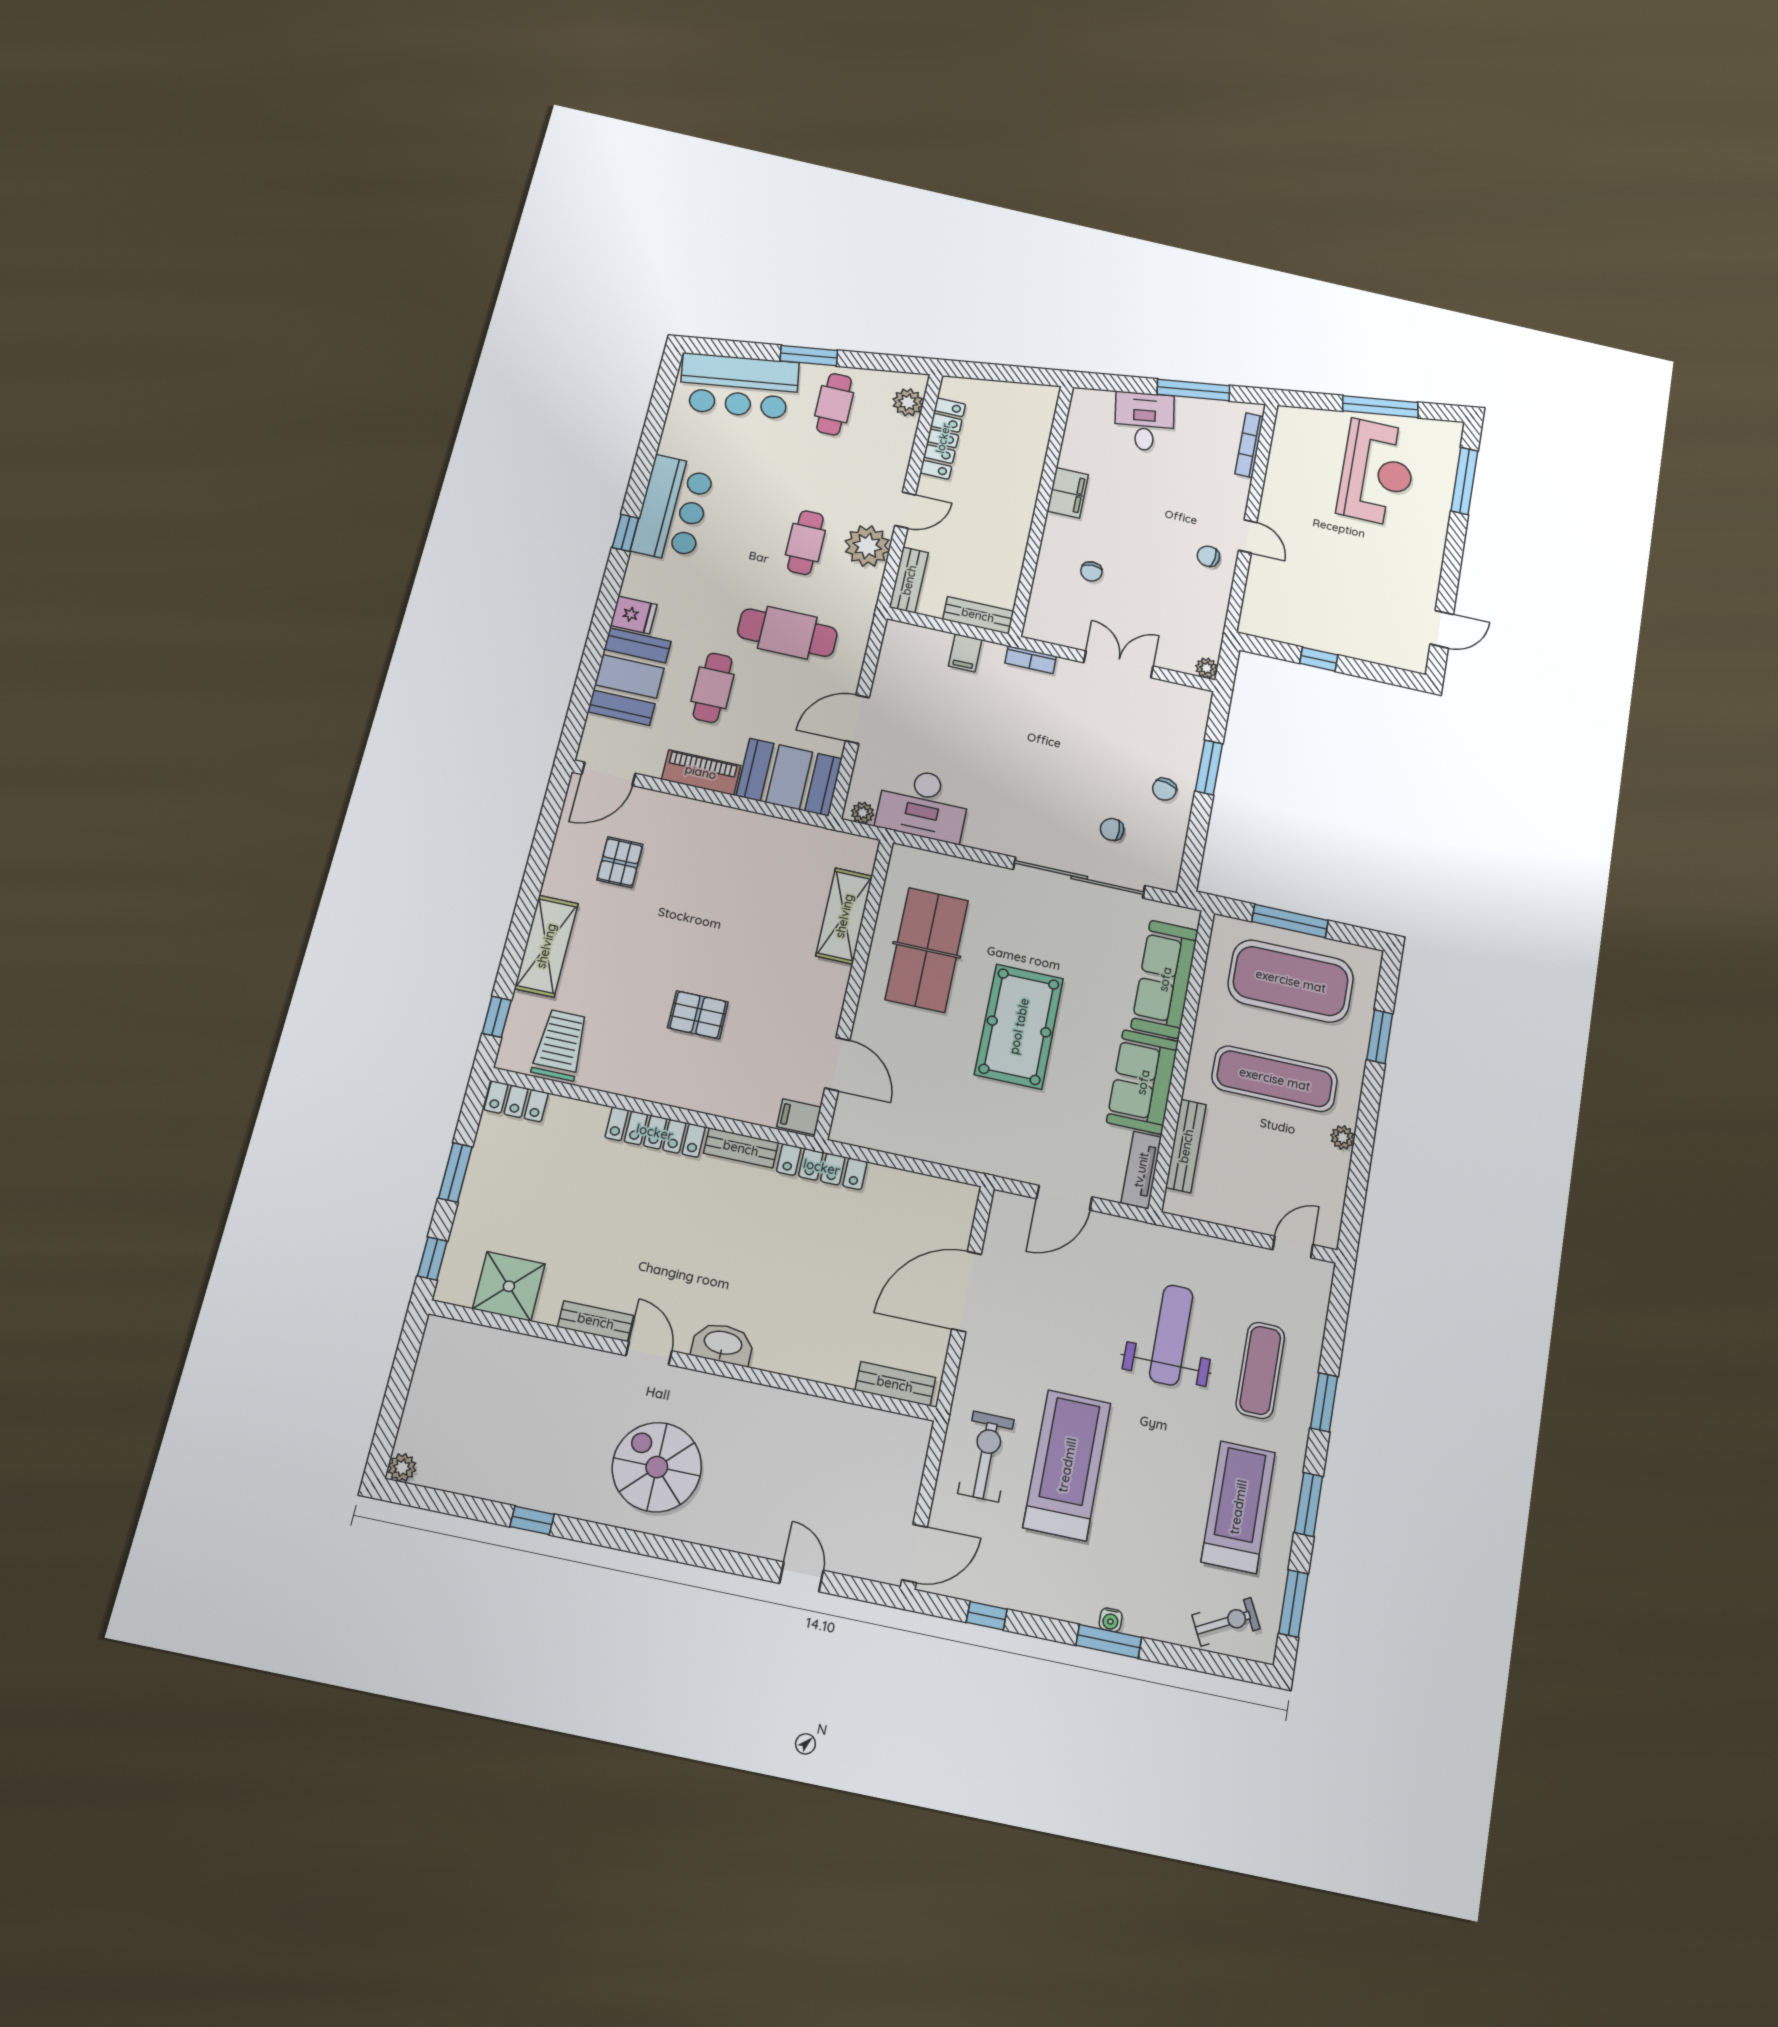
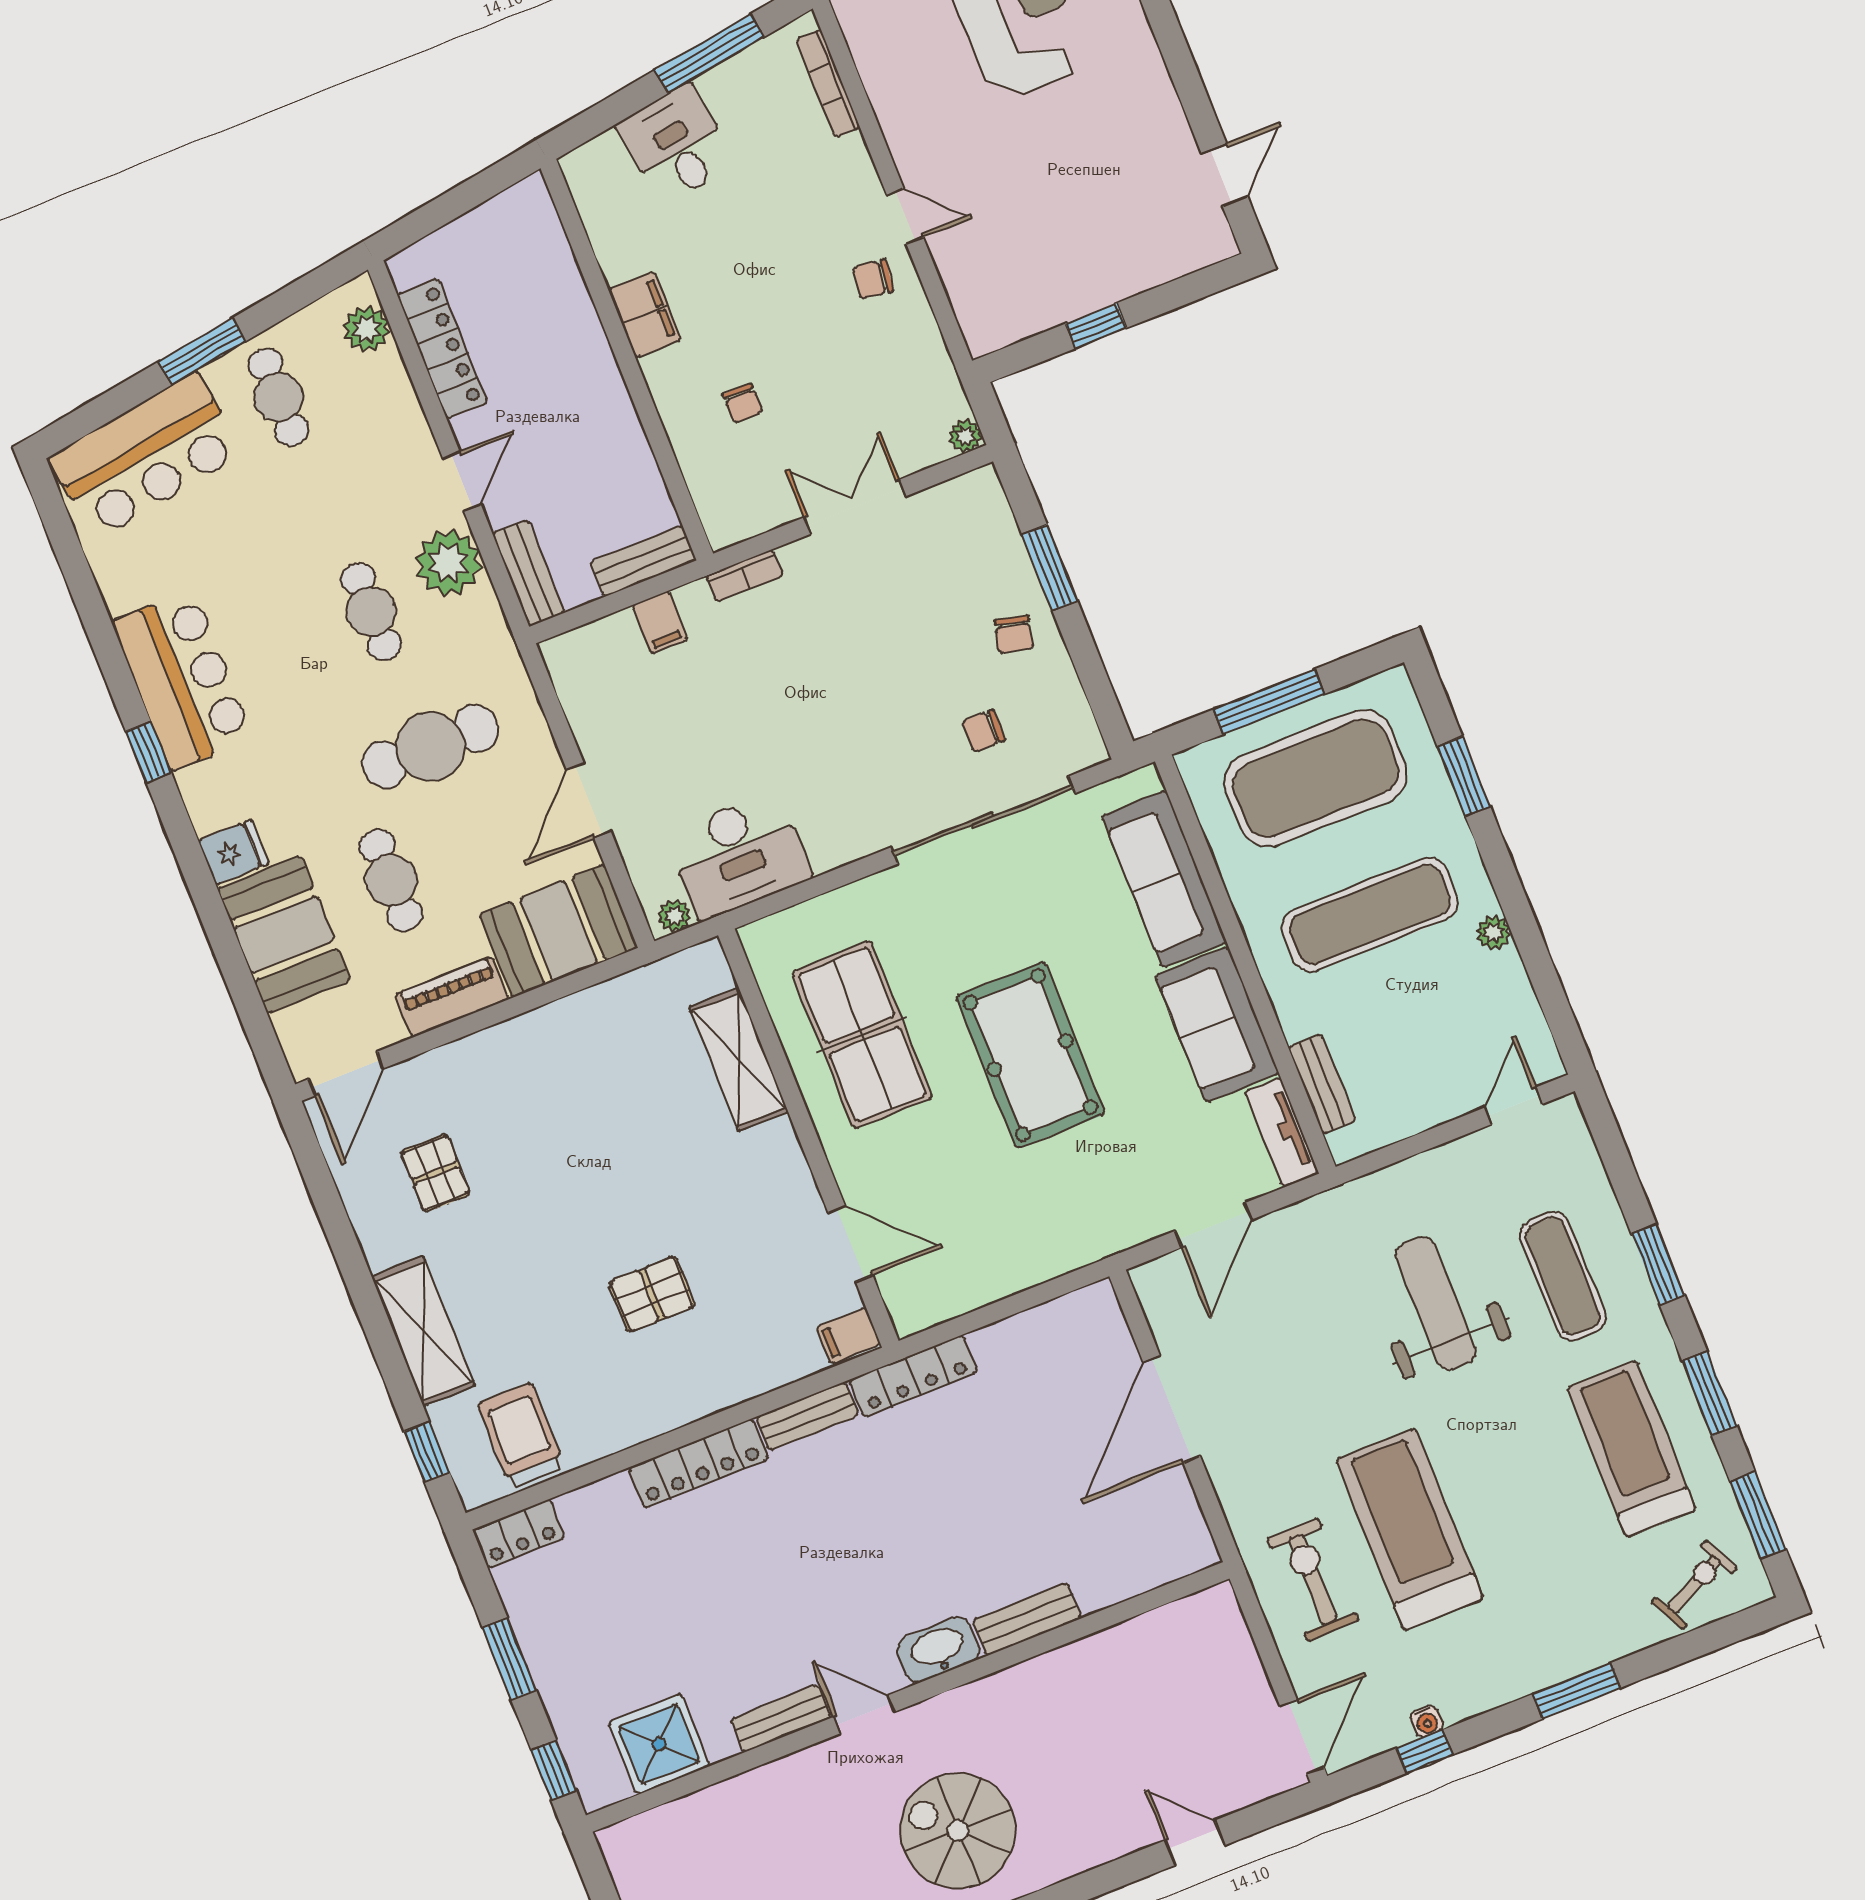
bench: (1186, 1146) -> (1322, 1084), width x0.73
bench: (895, 1384) -> (1027, 1619), moved
water cooler: (1111, 1620) -> (1427, 1721), moved

